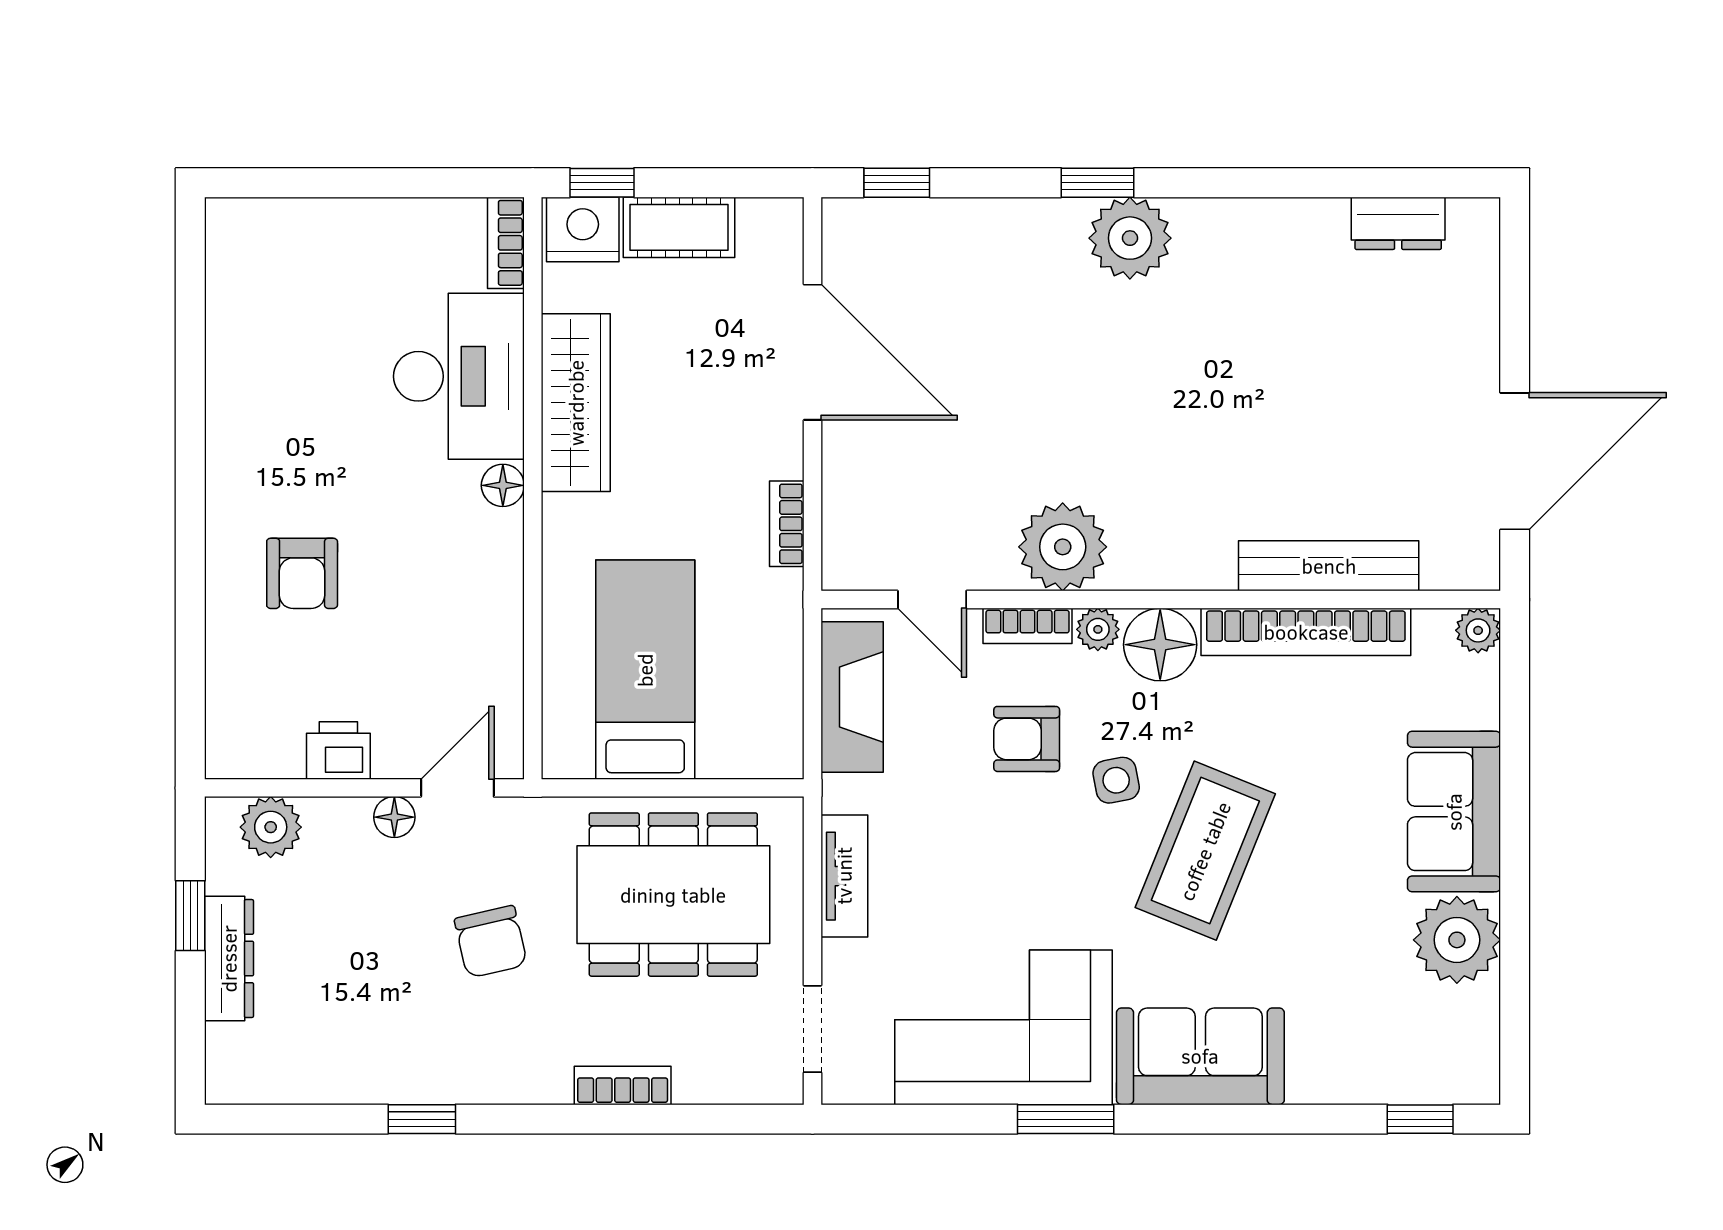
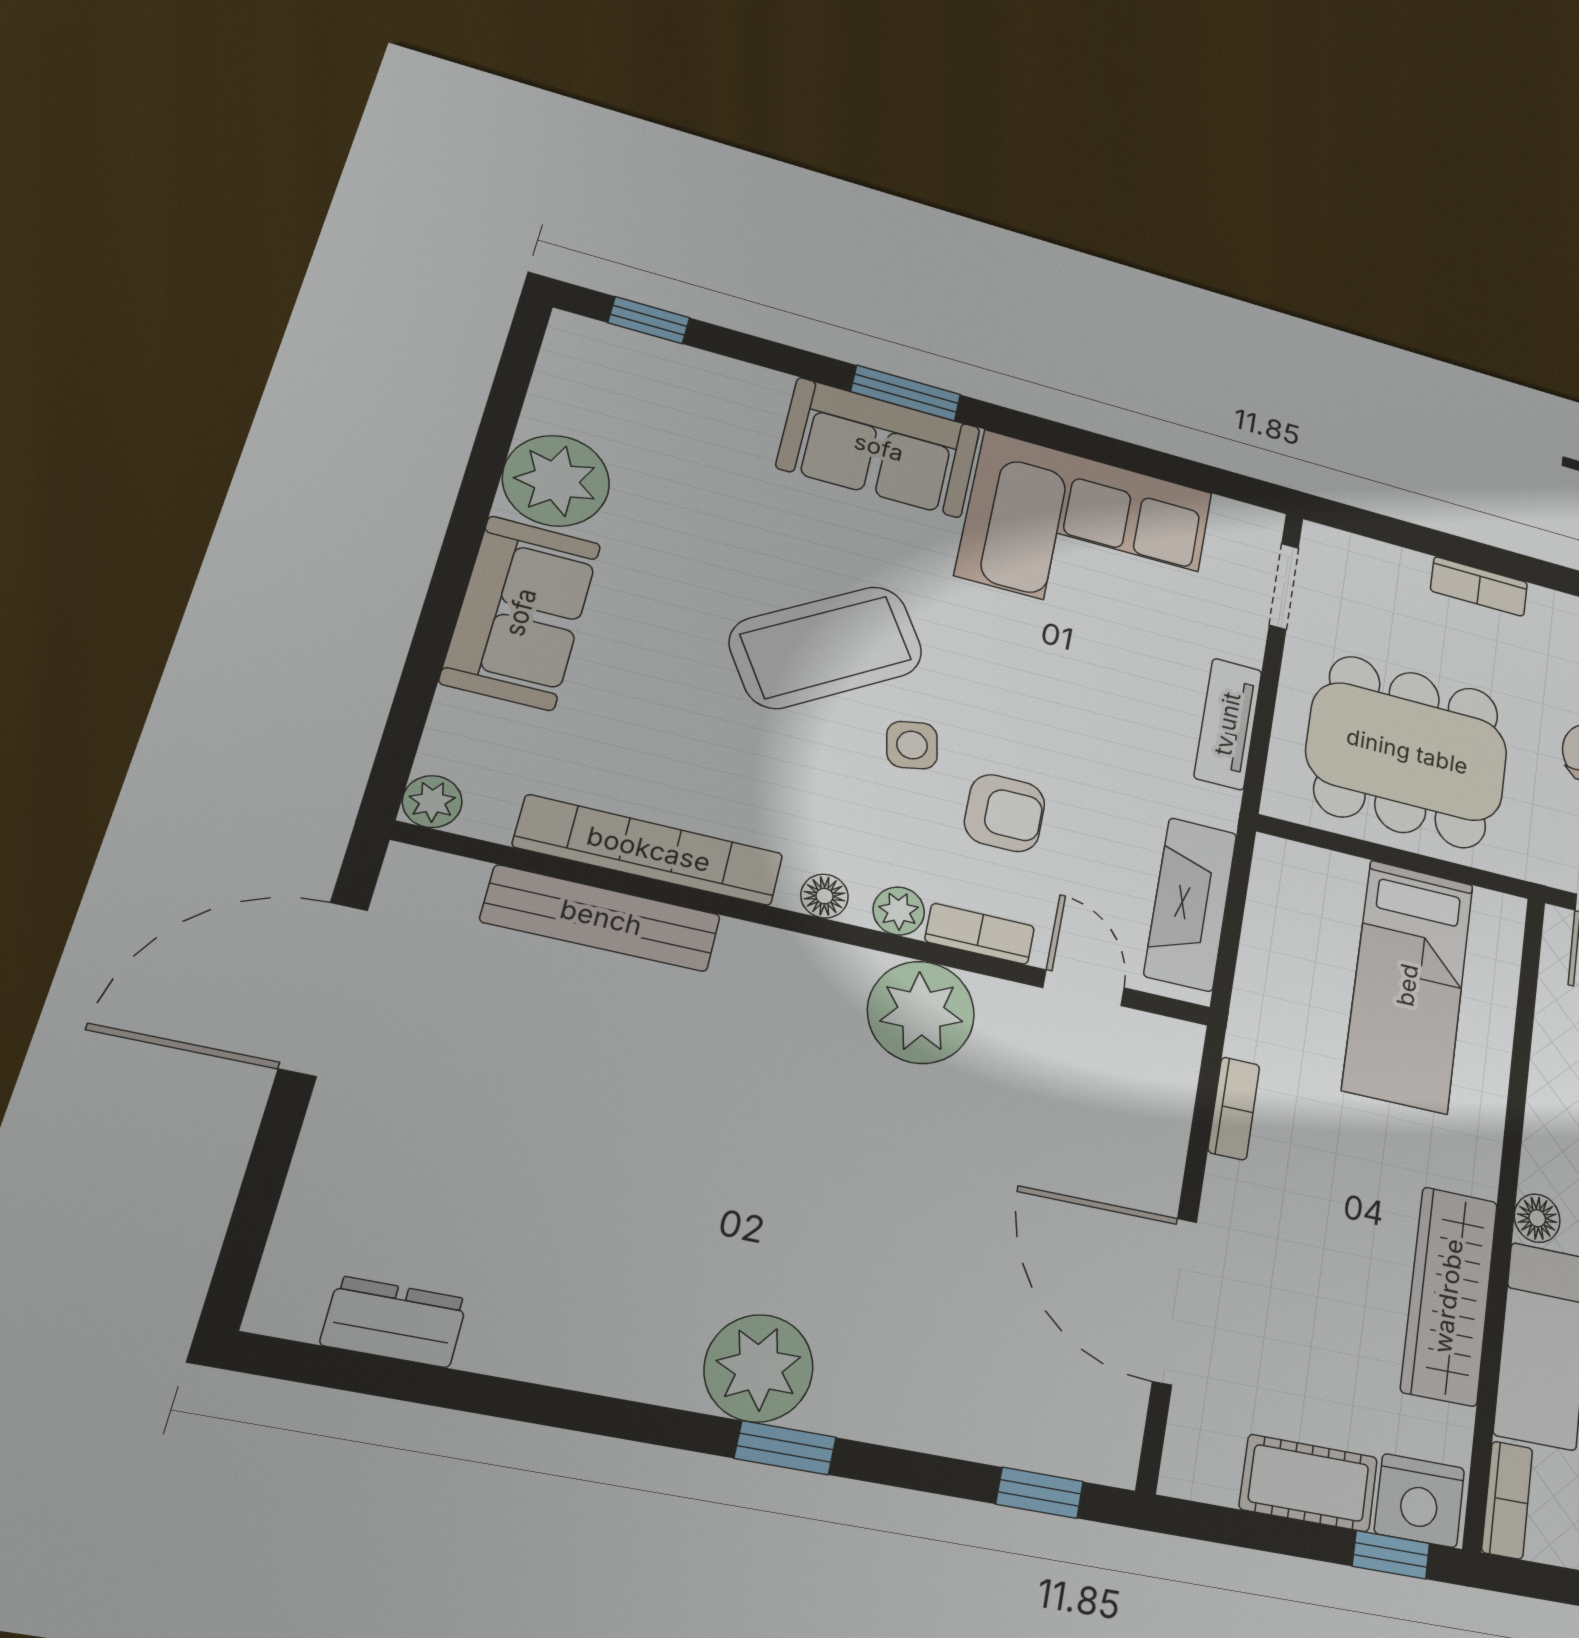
floor lamp: (1160, 645) -> (825, 896), width x0.53, depth x0.53
coffee table: (1205, 851) -> (826, 647), turned 36
window: (1066, 1119) -> (906, 393), moved

